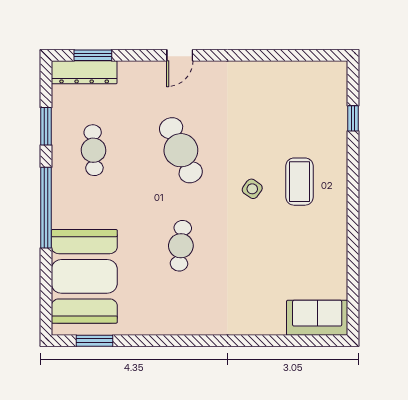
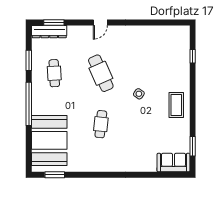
coffee table: (299, 182) -> (176, 105), moved
window: (353, 287) -> (193, 146), added

